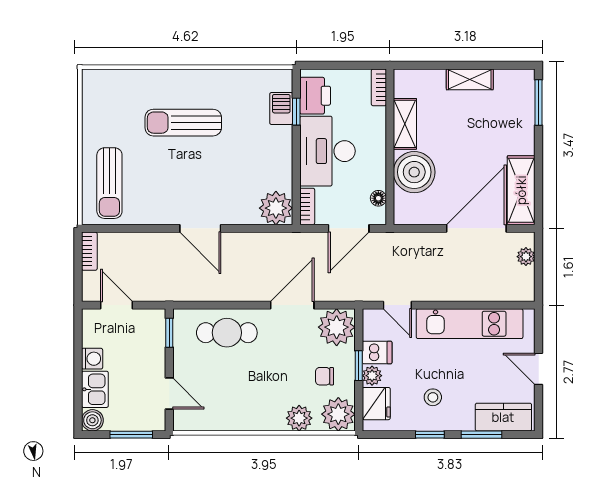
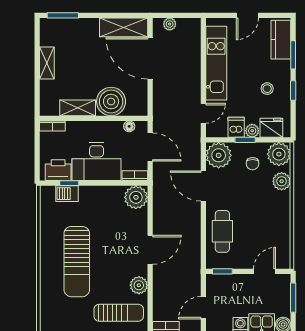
sun lounger: (183, 123) -> (77, 262), width x1.36, depth x1.34
plant: (149, 212) -> (139, 285), added

